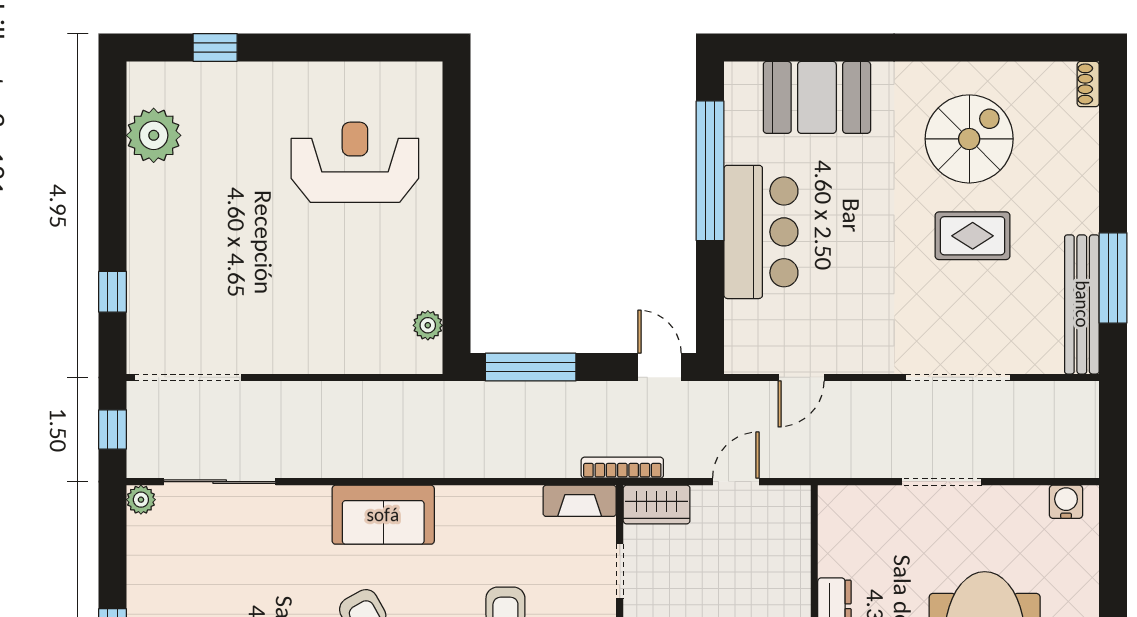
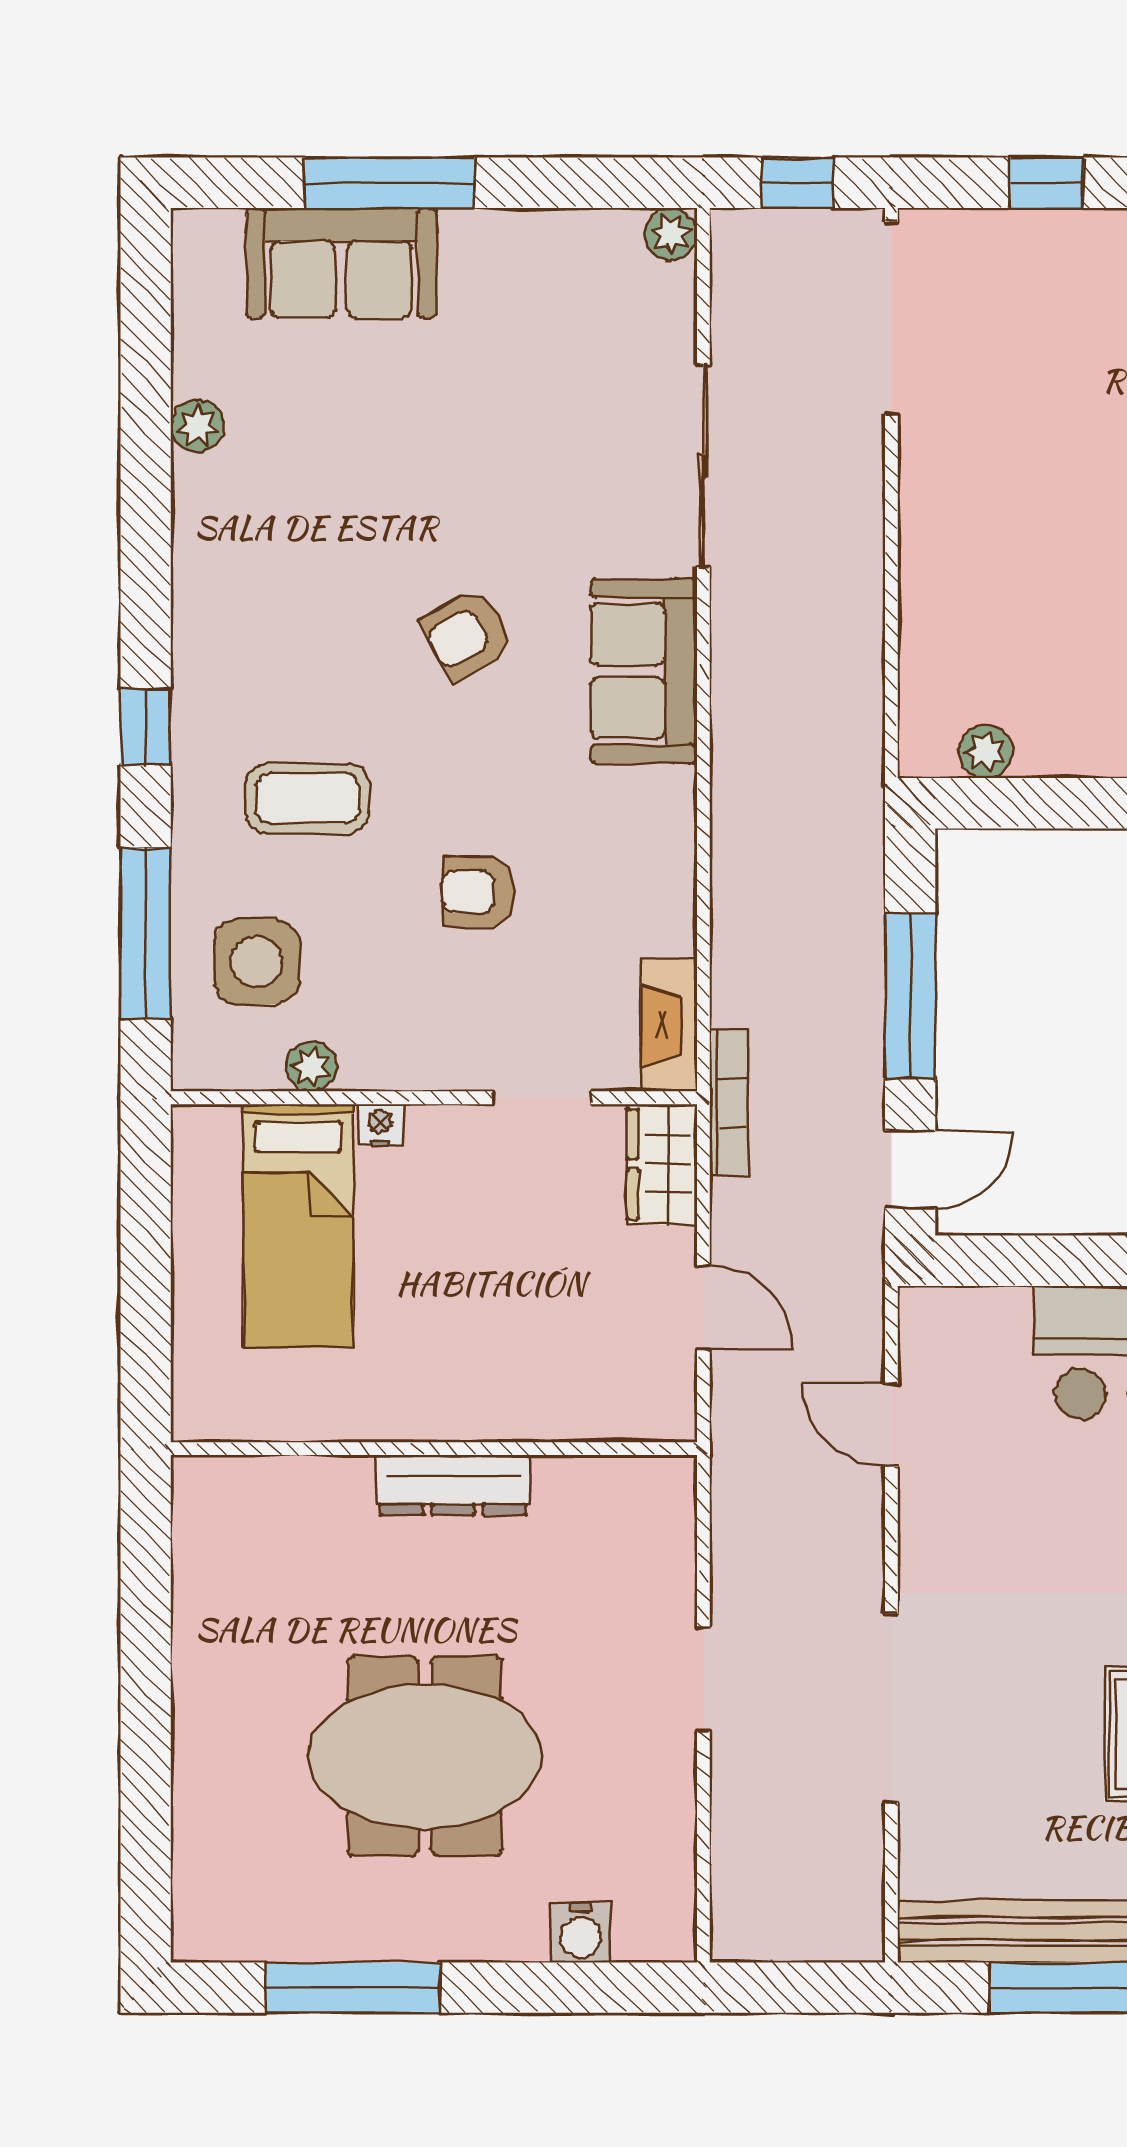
window: (531, 367) -> (910, 996), moved
sliding door: (220, 482) -> (703, 466), moved
doorway: (942, 482) -> (703, 1679), width x0.73
water cooler: (1066, 502) -> (581, 1933), moved, turned 90

